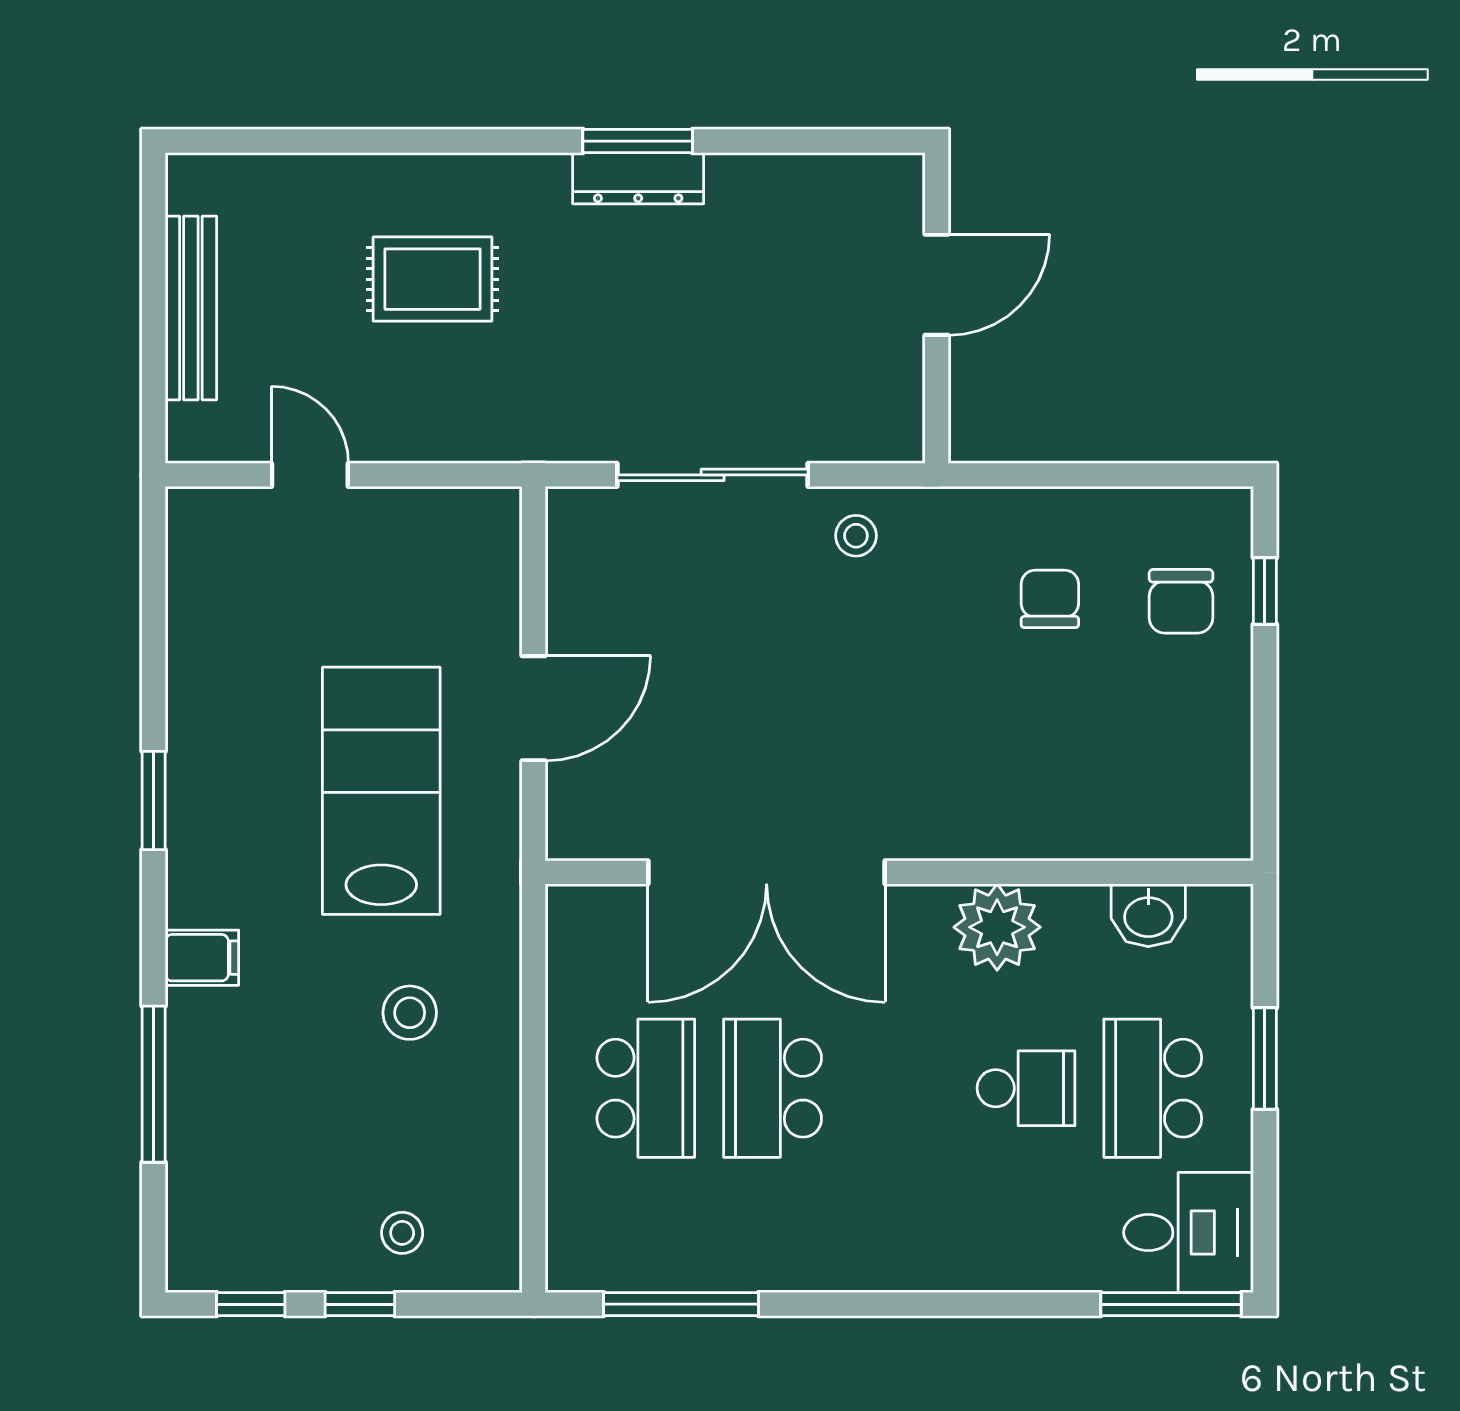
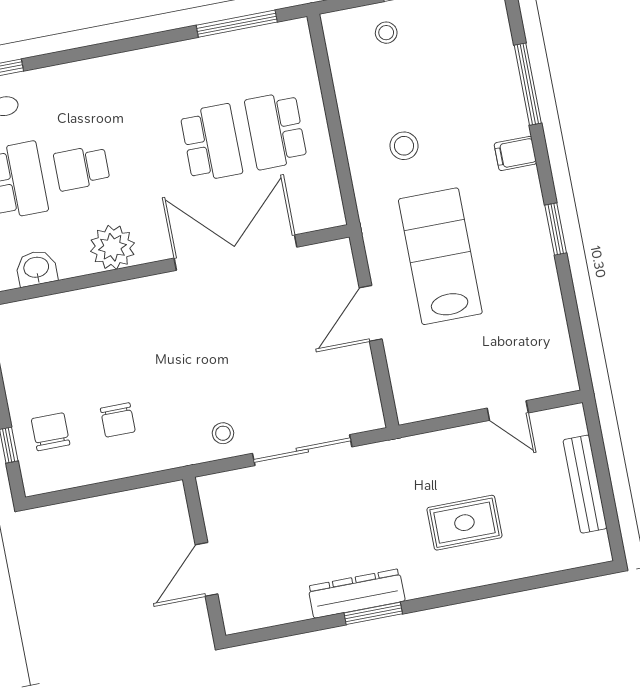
dresser: (638, 178) -> (357, 594), width x1.37, depth x1.24
lab bench: (381, 791) -> (440, 256), turned 180

